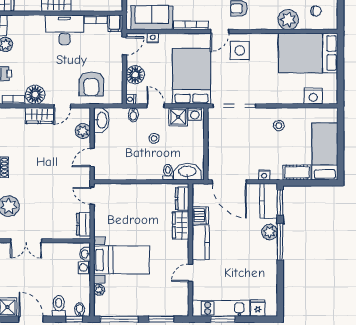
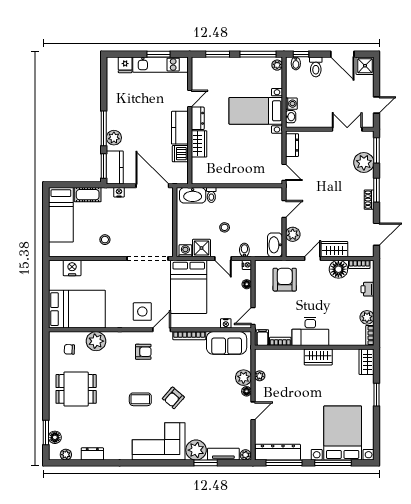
floor lamp: (135, 75) -> (247, 284), width x0.53, depth x0.53
dresser: (182, 199) -> (198, 118), moved
plant: (99, 290) -> (277, 65), moved

